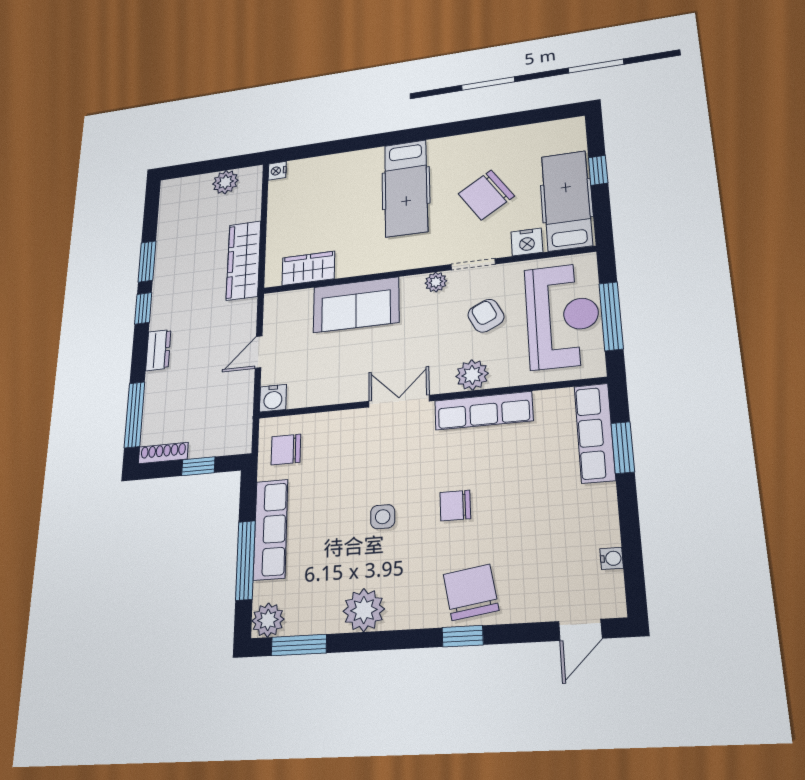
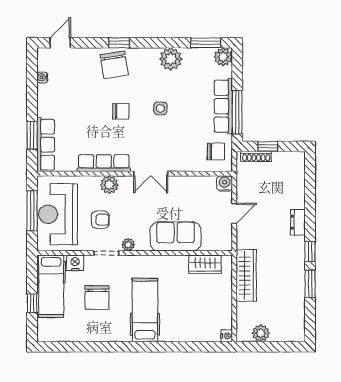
chair: (486, 195) -> (97, 297), turned 123
armchair: (486, 316) -> (100, 220), turned -64
window: (135, 415) -> (310, 182), removed
shoe rack: (163, 453) -> (256, 156), moved
window: (245, 560) -> (237, 112), moved

